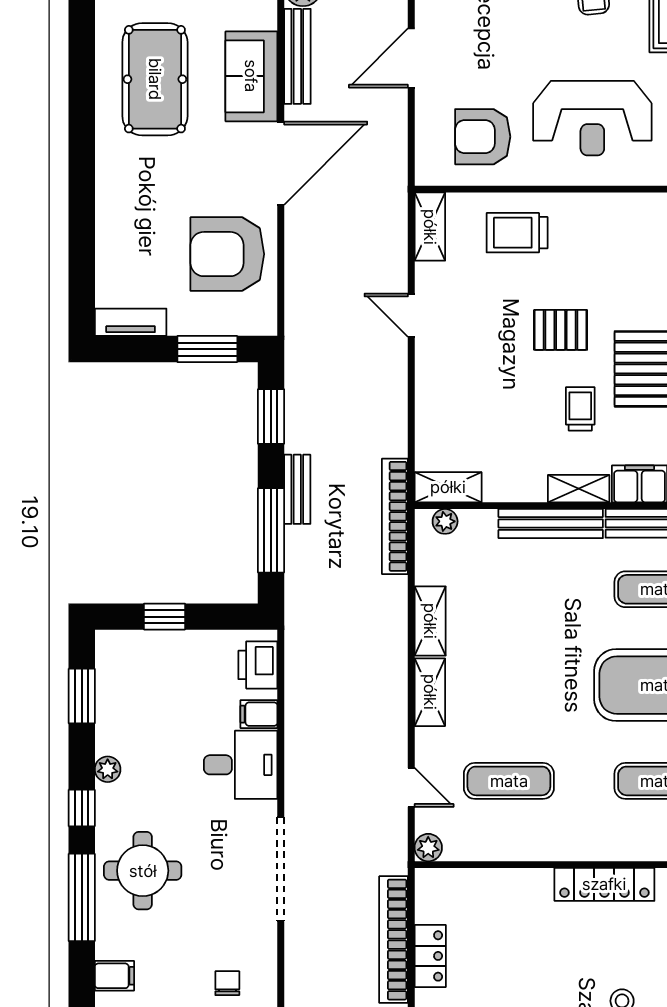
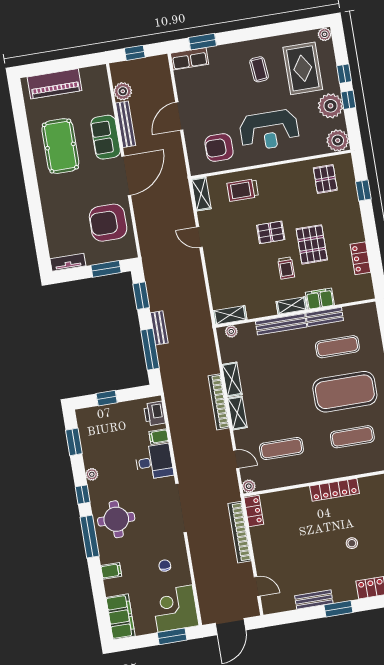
trolley: (580, 409) -> (286, 268), turned 180
bookcase: (395, 516) -> (219, 402), moved
locker: (430, 956) -> (254, 511), moved

